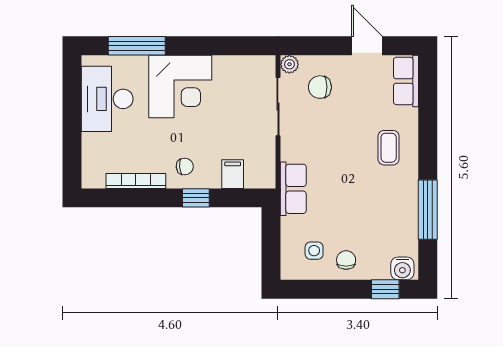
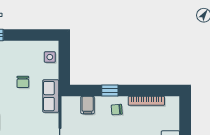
side table: (314, 251) -> (50, 57), moved
chair: (346, 260) -> (23, 82), moved

